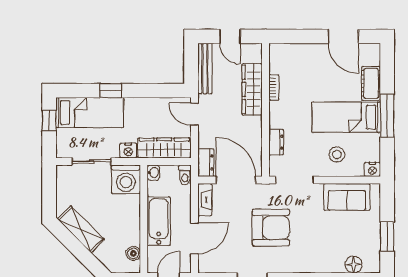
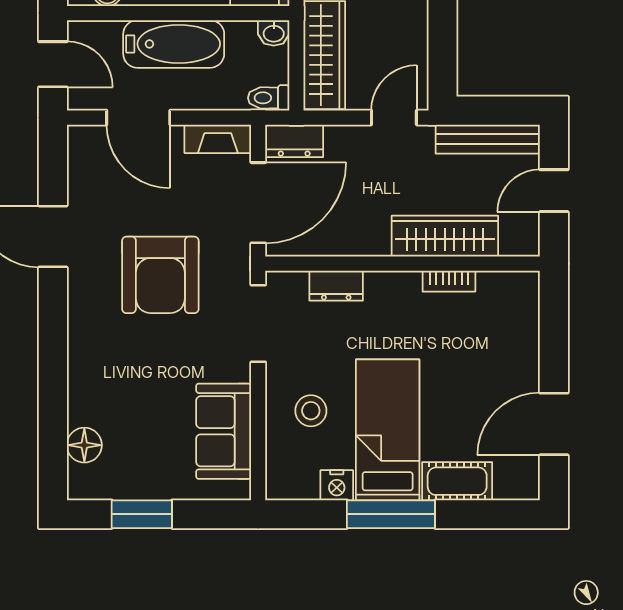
nightstand: (372, 169) -> (337, 485), moved, turned -90

